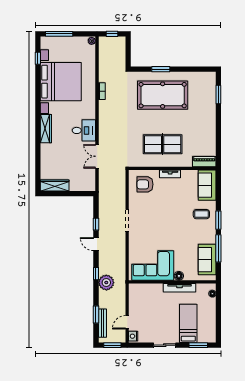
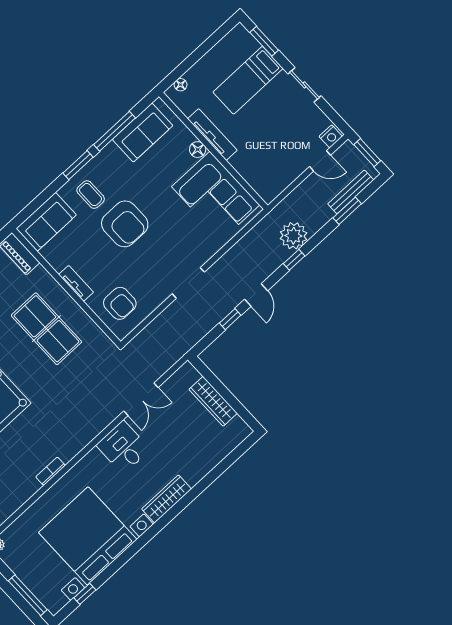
wardrobe: (55, 185) -> (213, 401), moved
armchair: (176, 217) -> (125, 224), added

